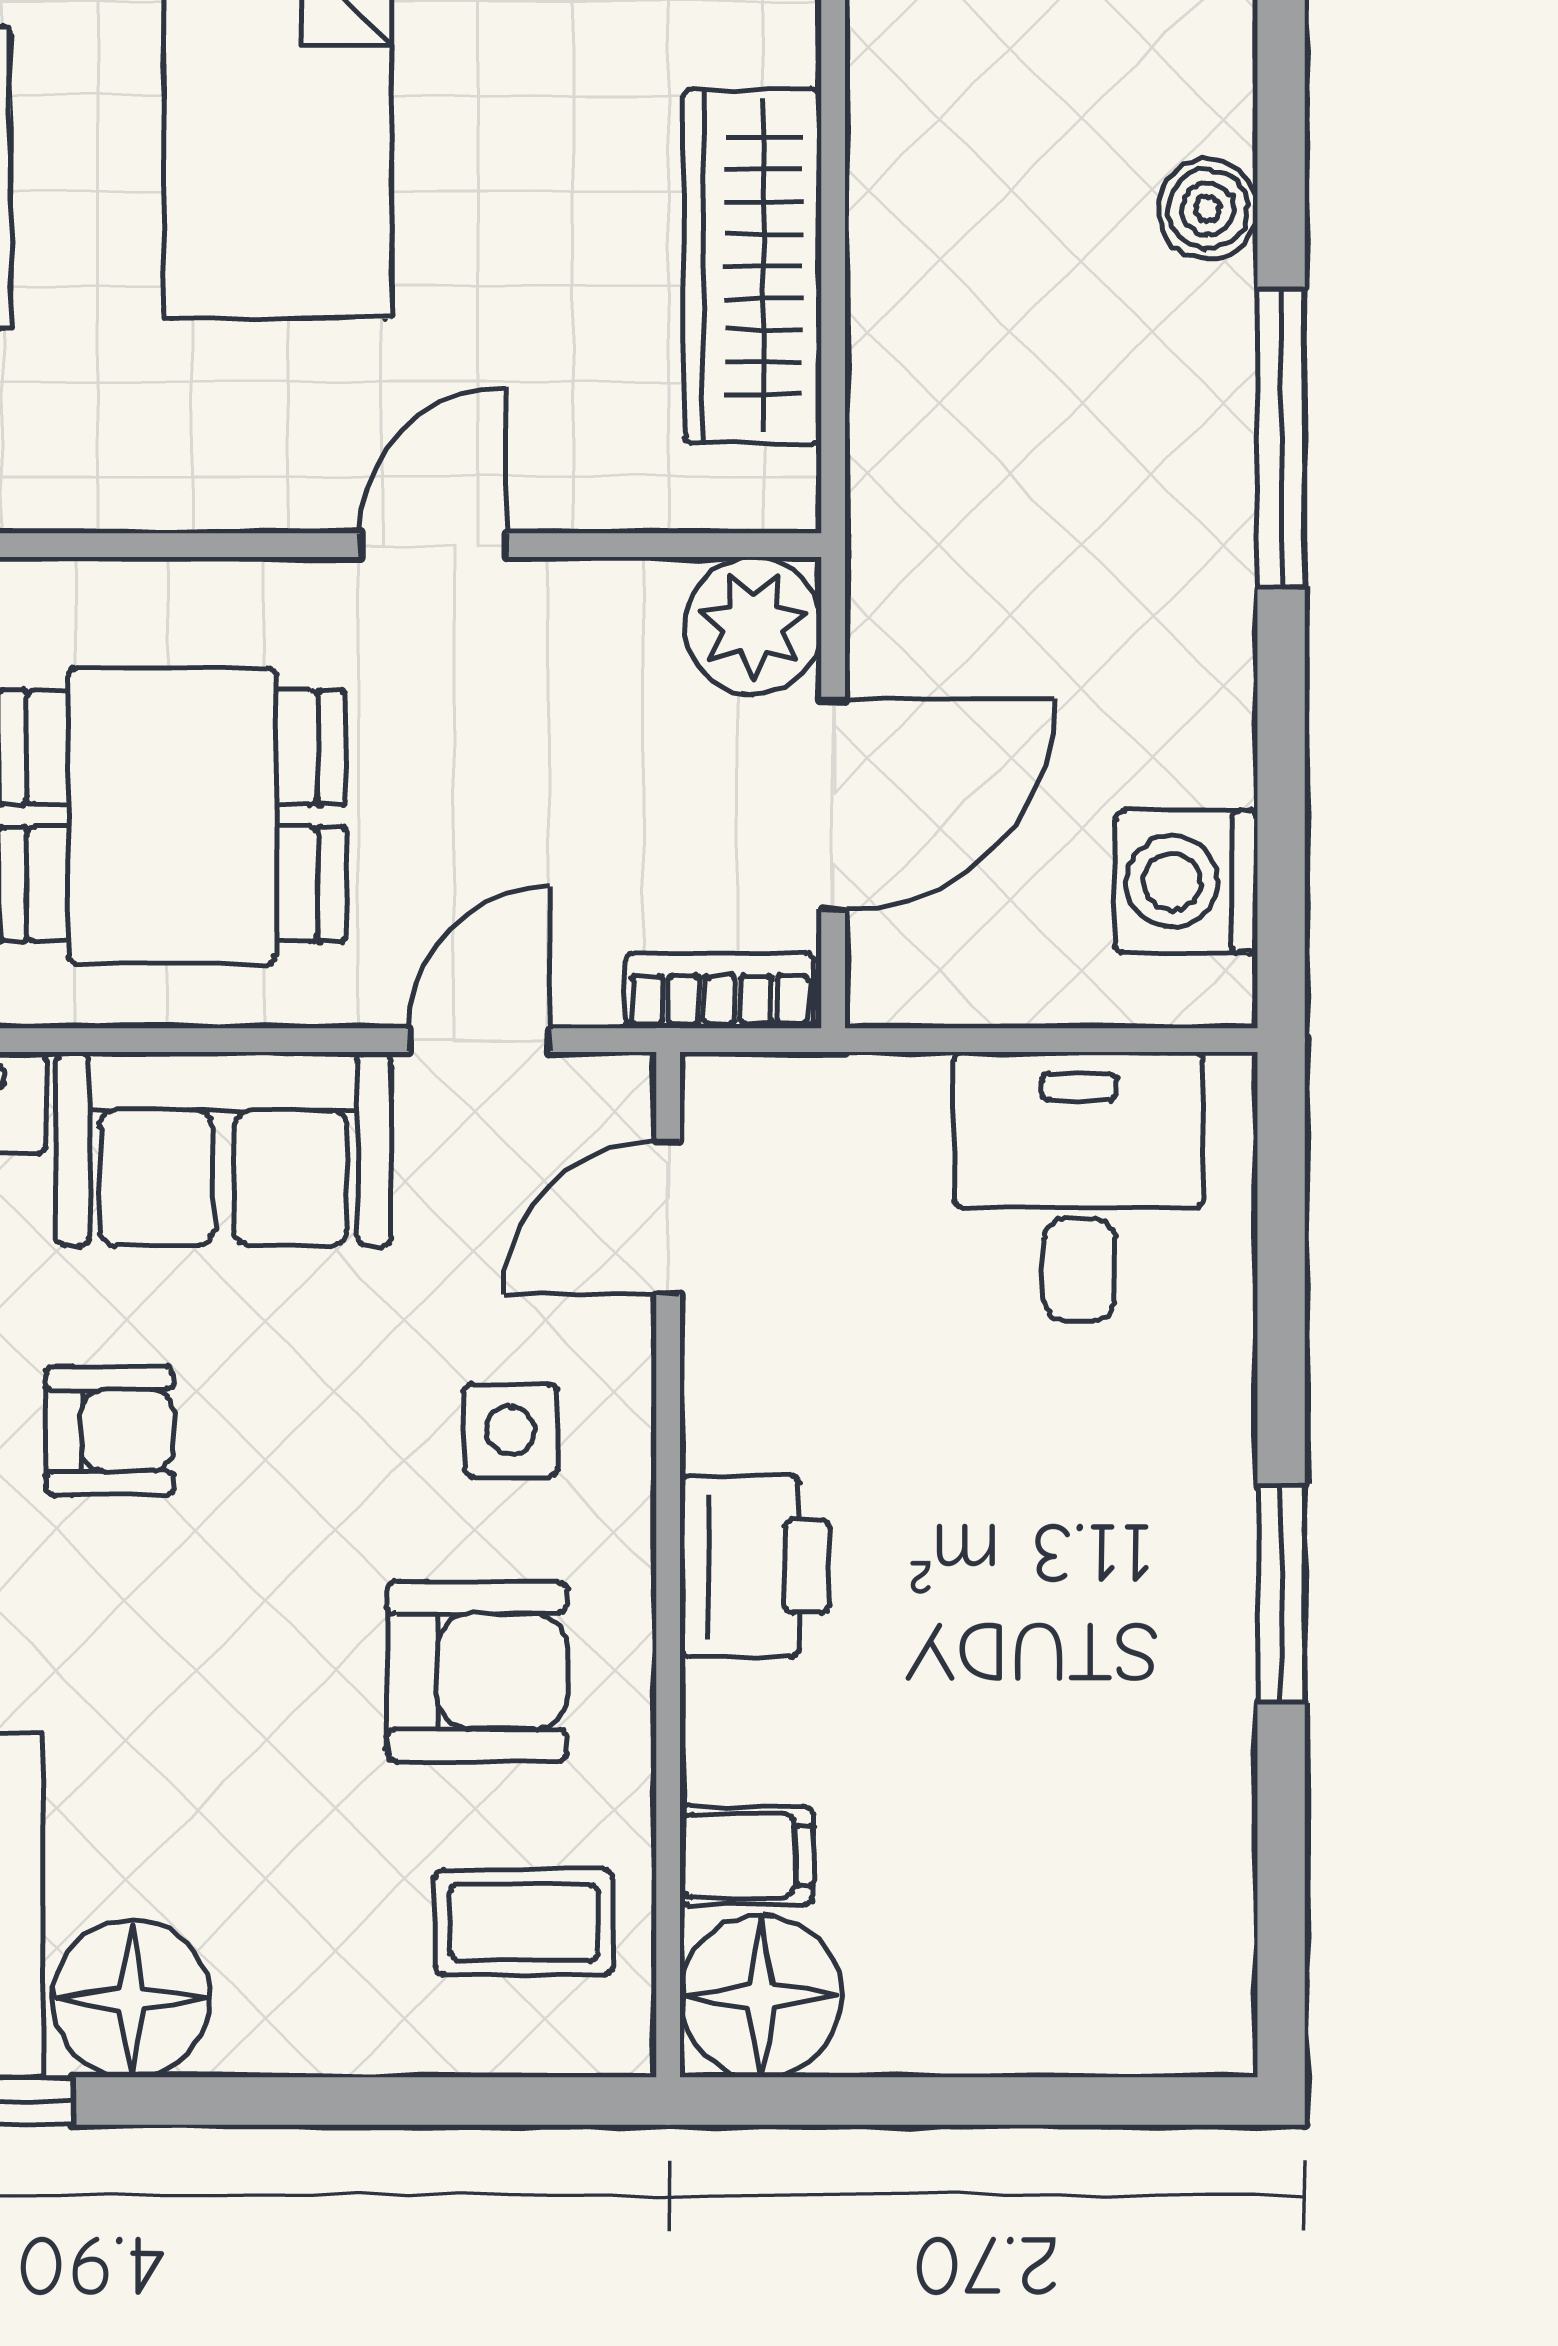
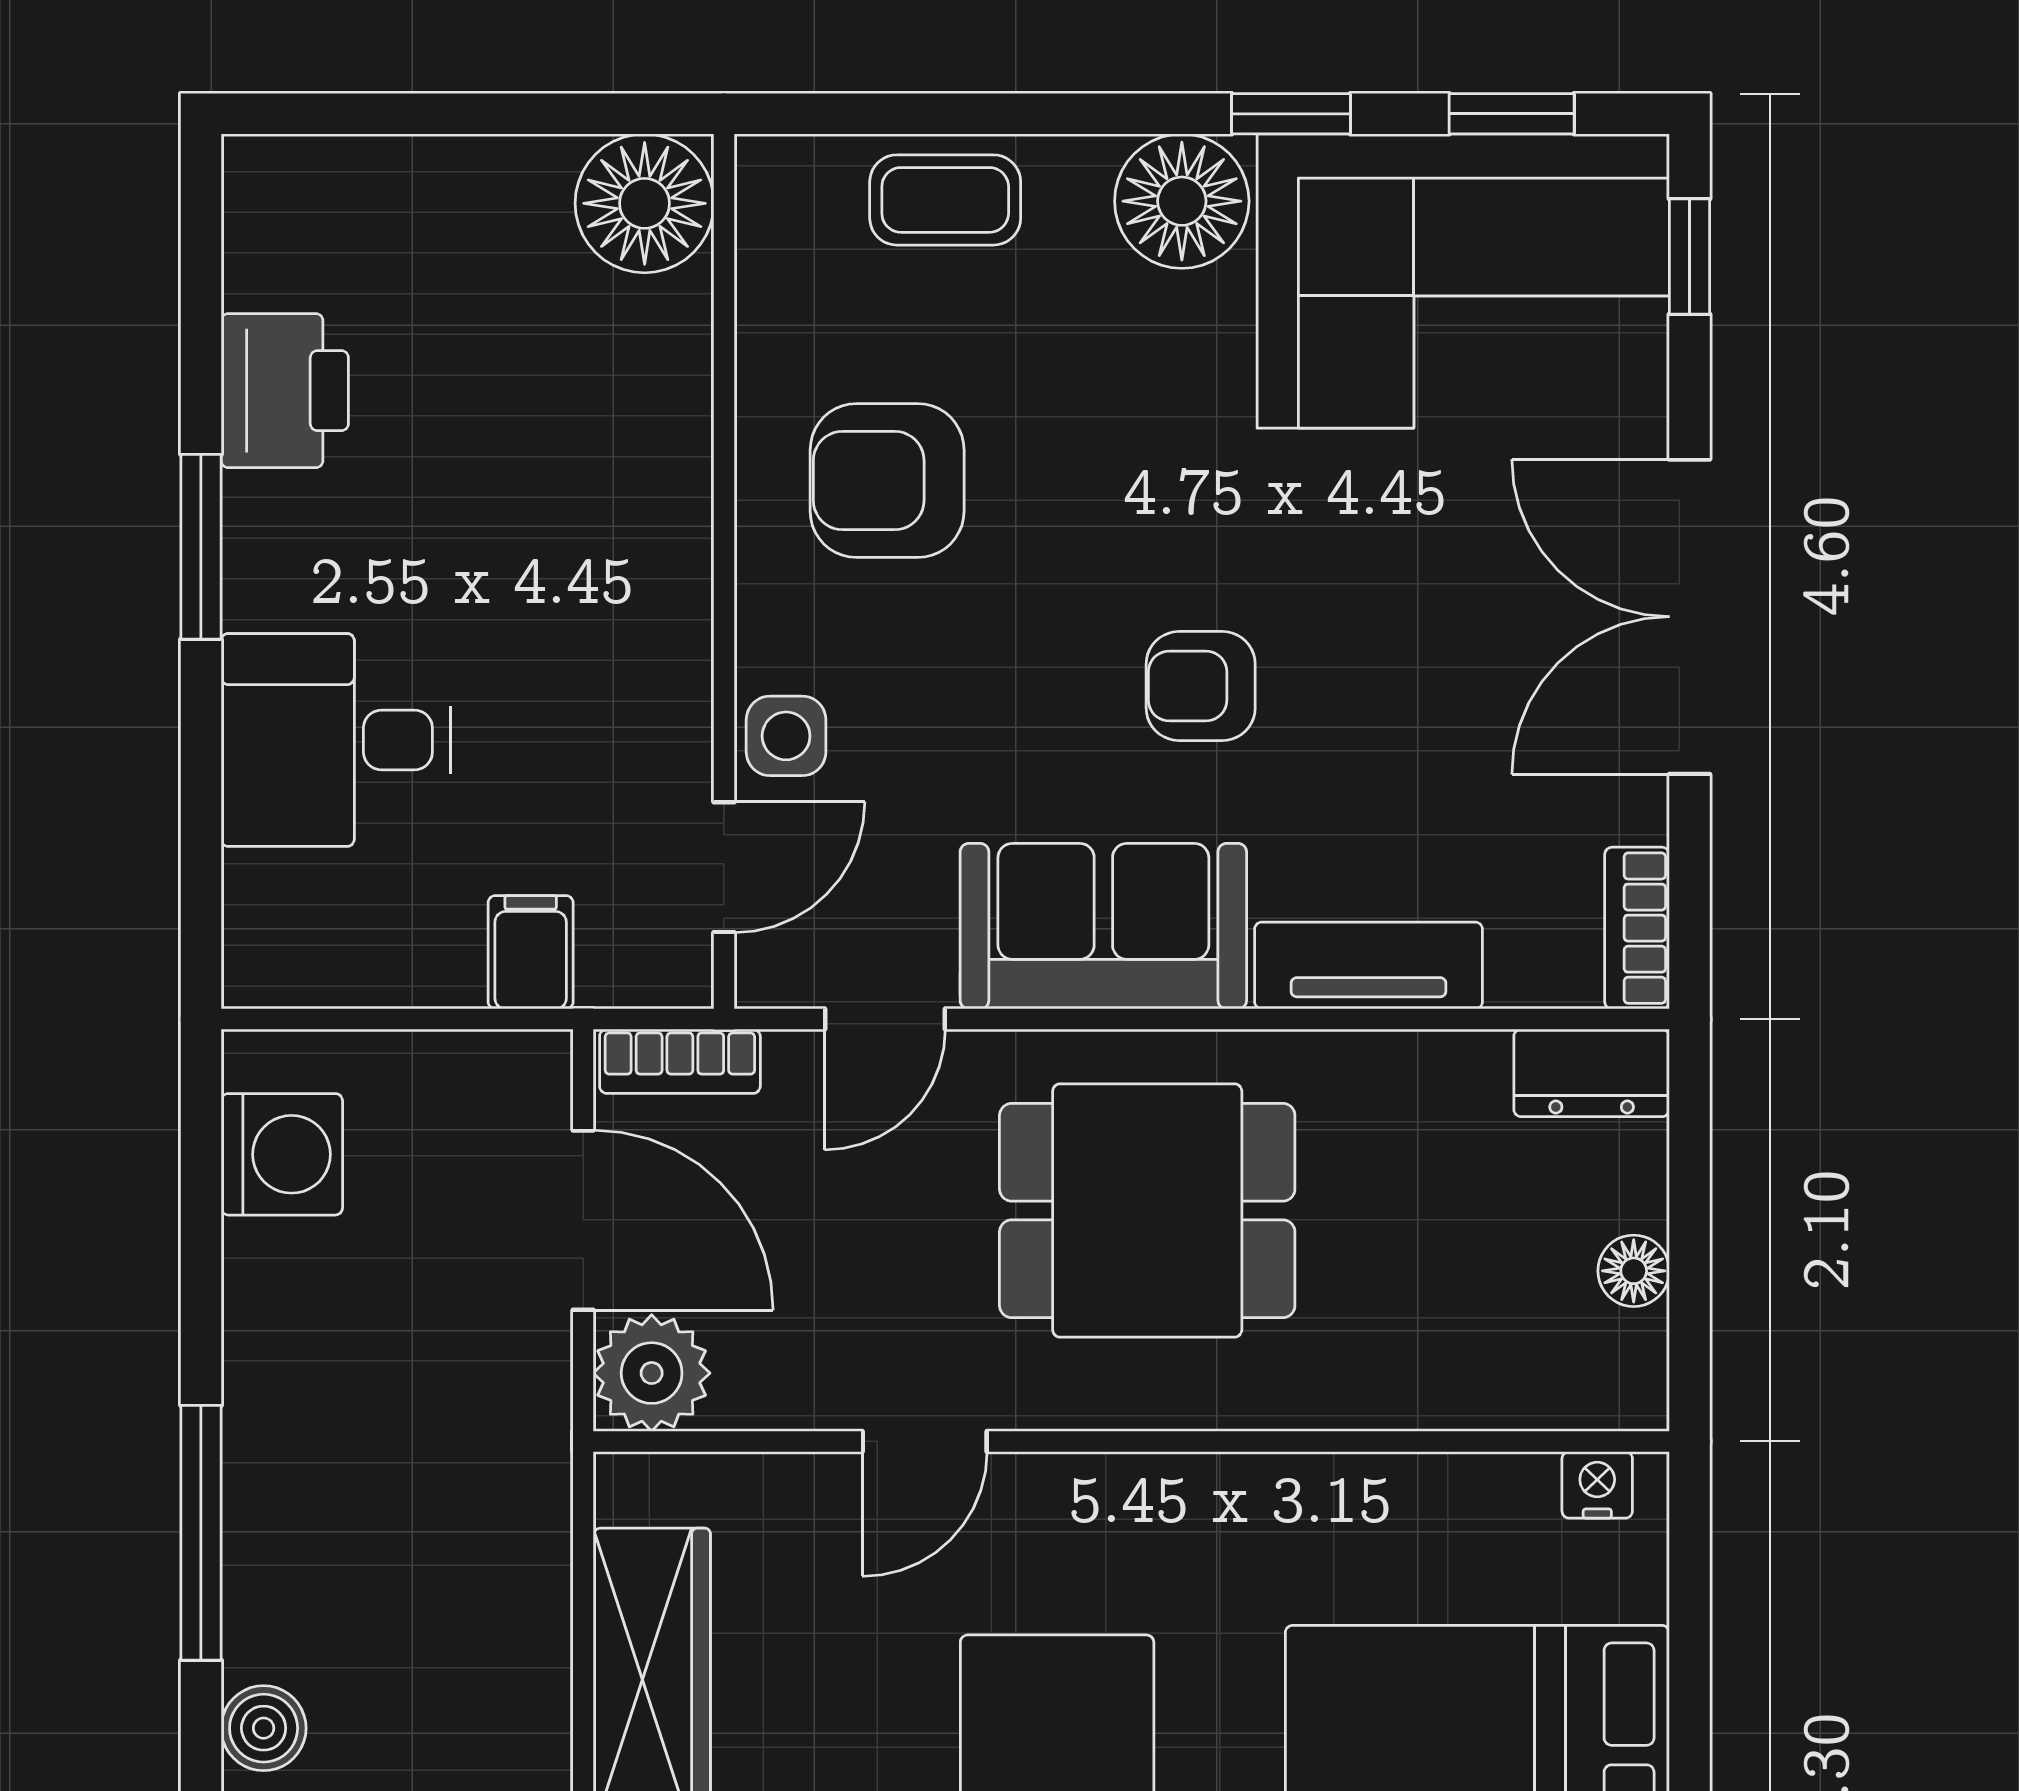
door: (833, 805) -> (583, 1220), swing flipped
desk: (1079, 1187) -> (336, 740), moved, turned 90
side table: (511, 1430) -> (786, 736), moved
printer: (755, 1566) -> (285, 391), moved, turned 180
filing cabinet: (746, 1855) -> (531, 952), moved, turned 90
coffee table: (524, 1922) -> (945, 200), moved

